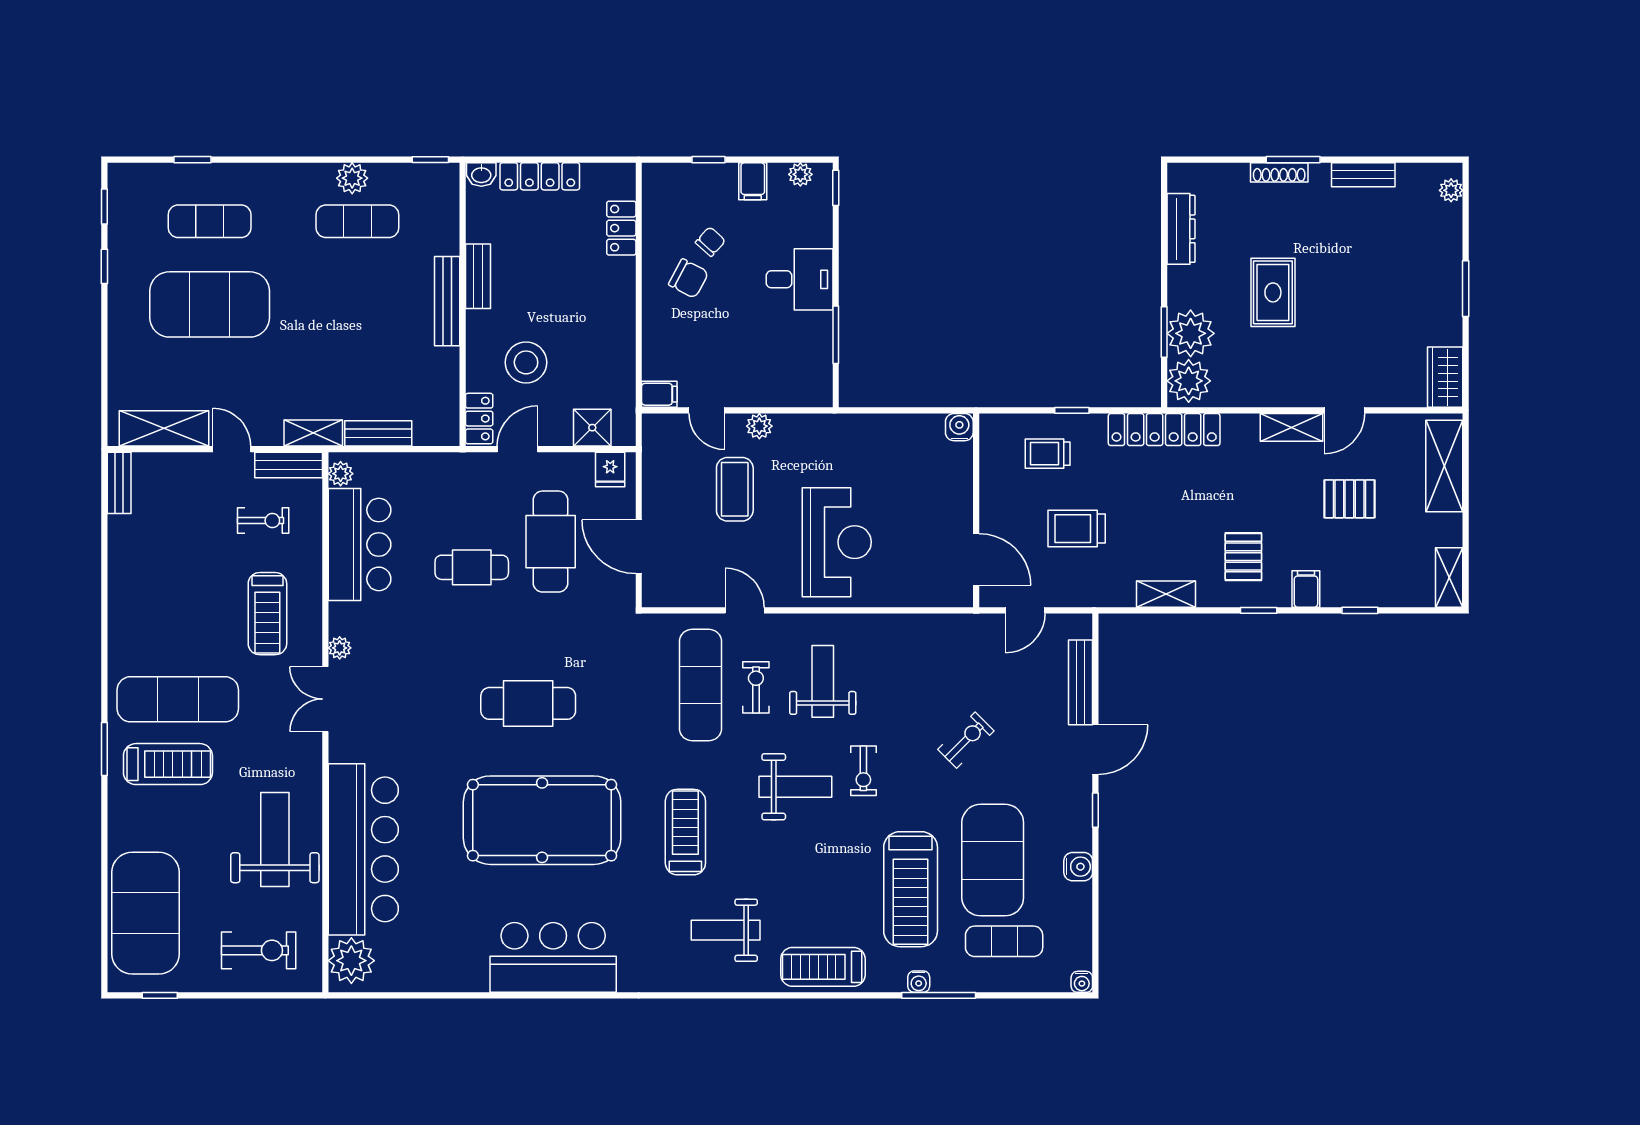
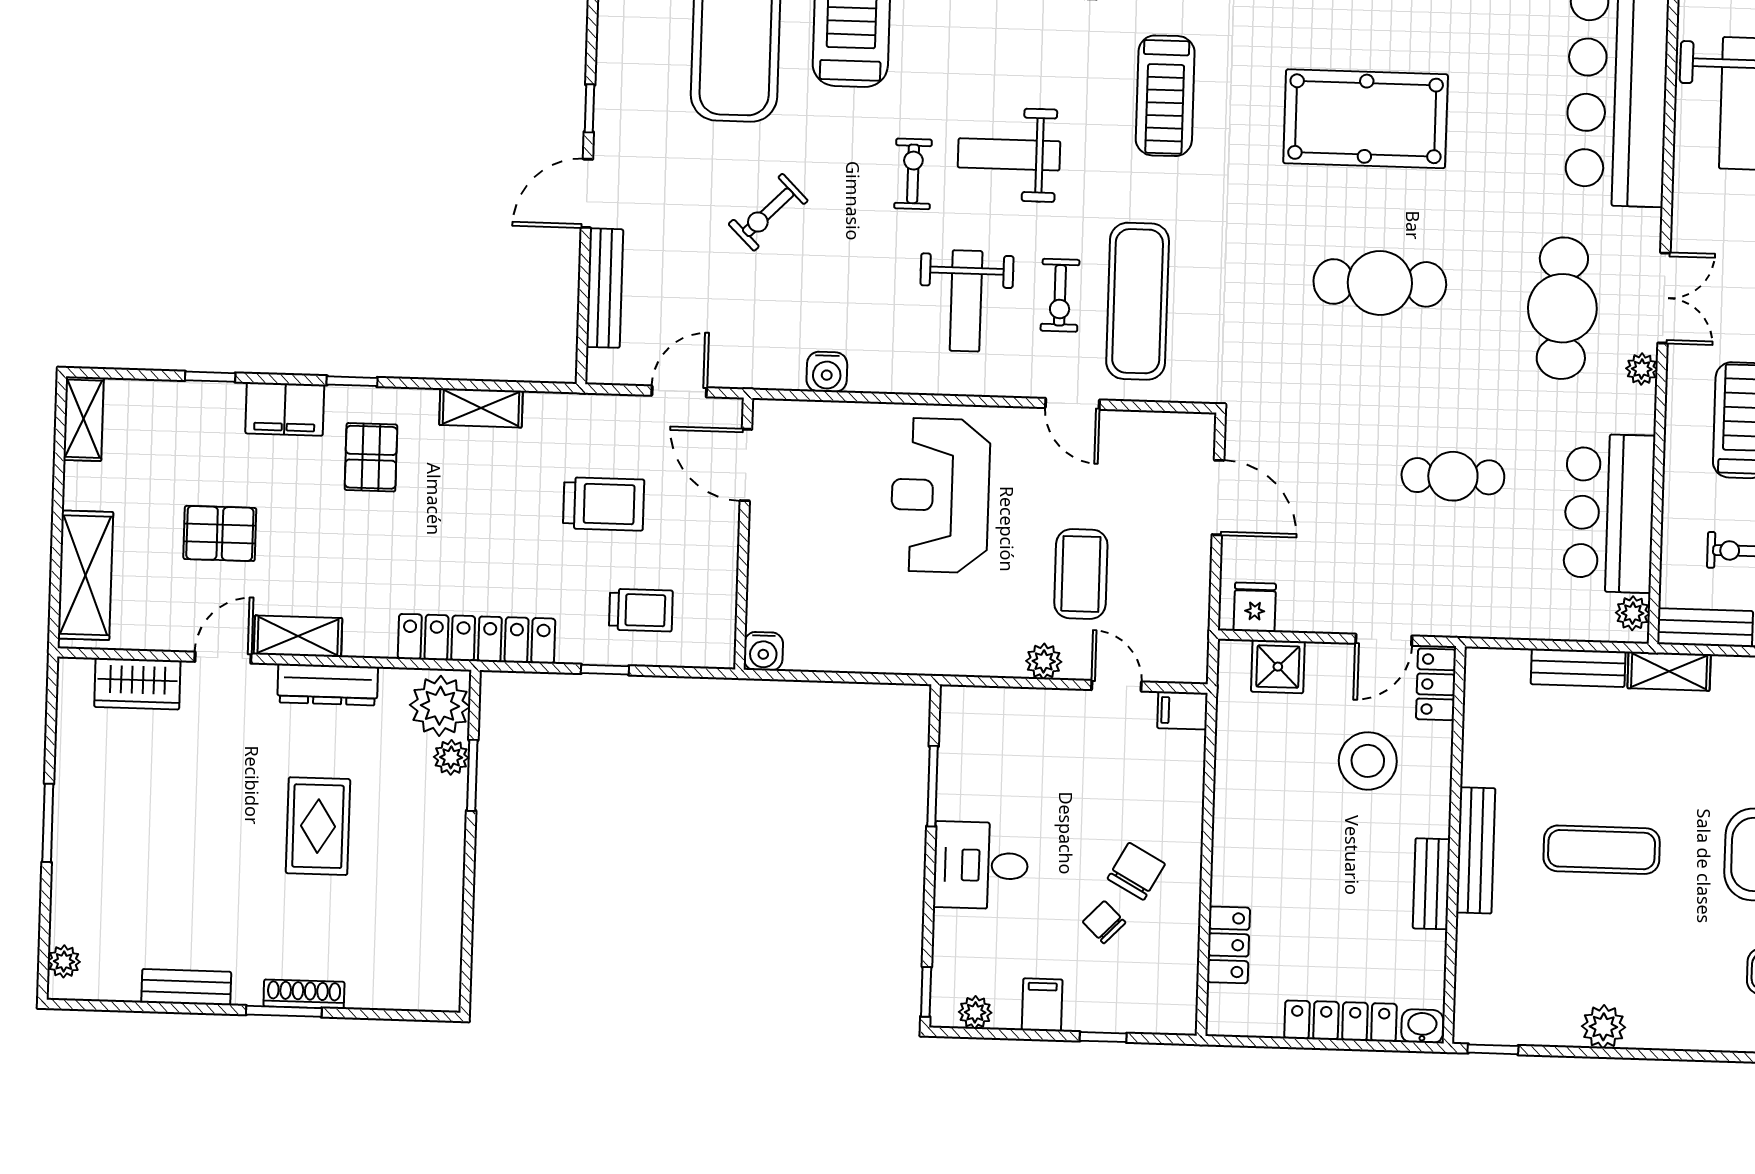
exercise mat: (357, 221) -> (1602, 850), moved
dresser: (1181, 229) -> (328, 685), moved, turned -90
chair: (710, 242) -> (1104, 922), turned 92
chair: (689, 279) -> (1136, 871), turned 91
plant: (1191, 333) -> (451, 757), width x0.53, depth x0.53
wardrobe: (1445, 377) -> (137, 684), moved, turned 90
cafe table: (551, 542) -> (1562, 308), moved
filing cabinet: (1306, 589) -> (285, 409), width x2.00
pool table: (542, 820) -> (1366, 119), width x0.73, depth x0.76
water cooler: (1078, 867) -> (827, 372), moved, turned -90

